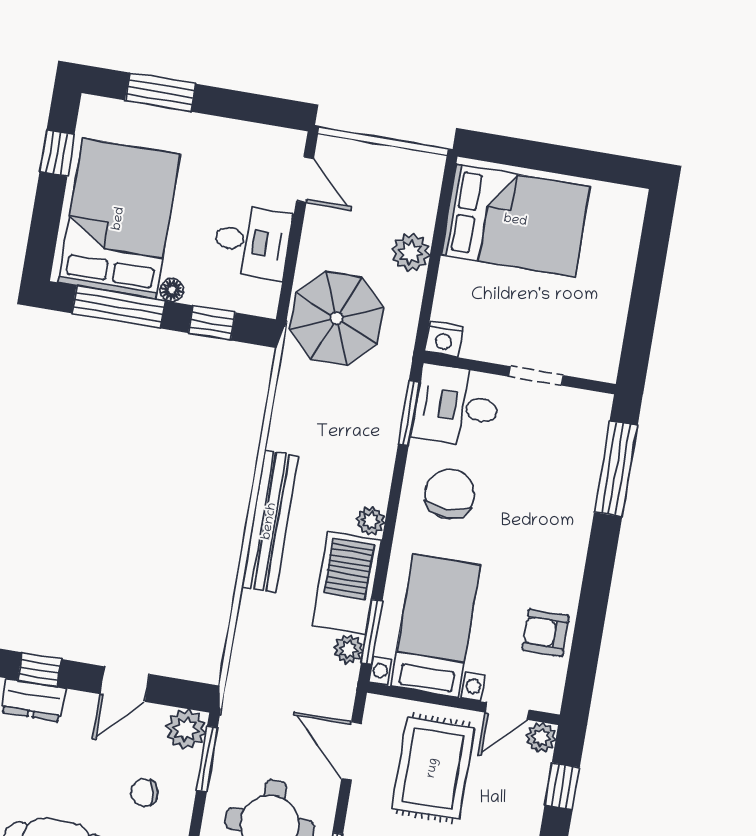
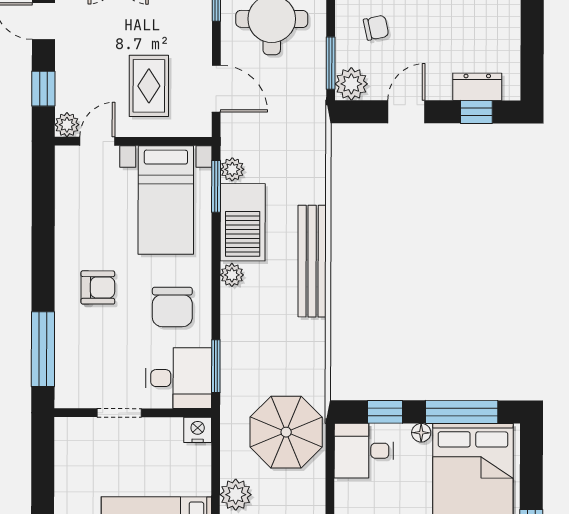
desk: (252, 242) -> (364, 451), moved
armchair: (546, 633) -> (98, 287), moved
rug: (433, 768) -> (149, 86), width x0.73, depth x0.70

